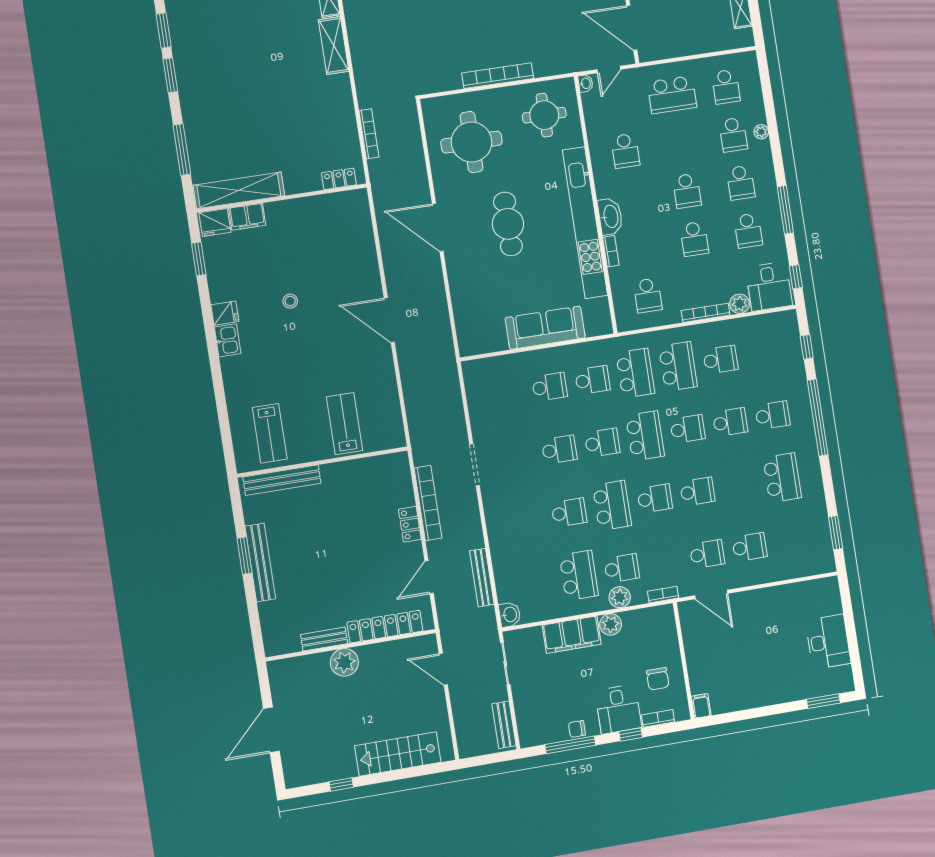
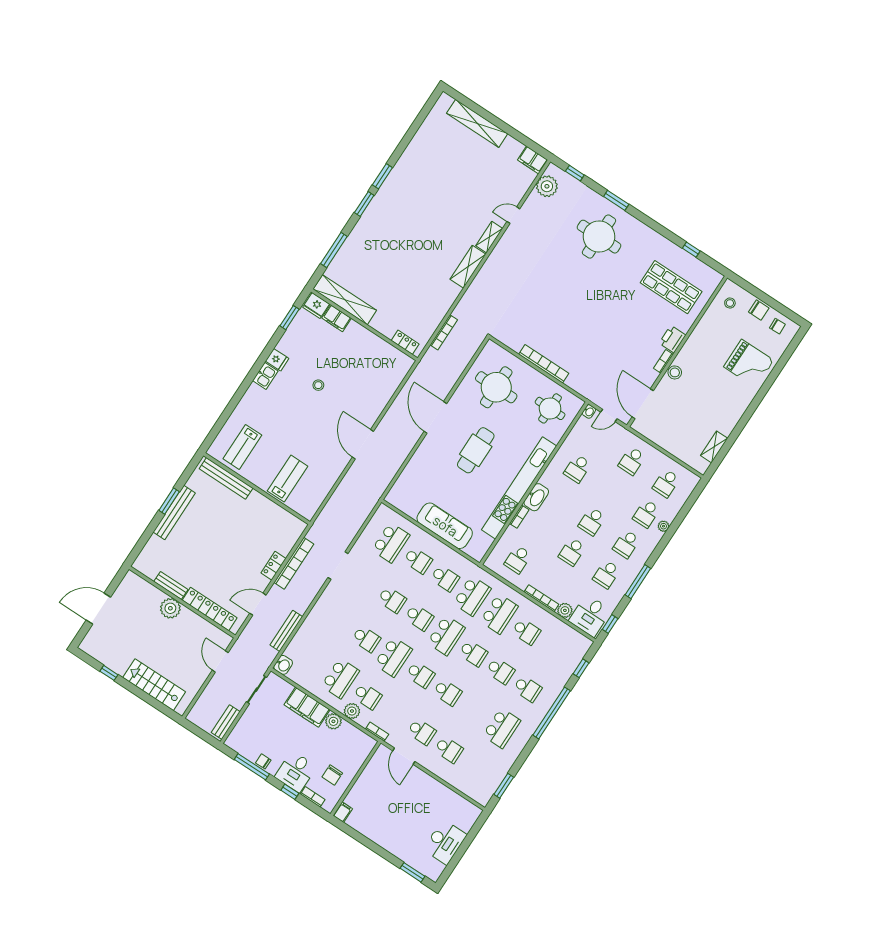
school desk: (672, 95) -> (632, 461), width x0.54
school desk: (506, 394) -> (391, 543), added

